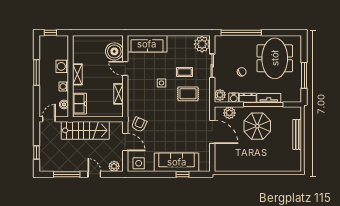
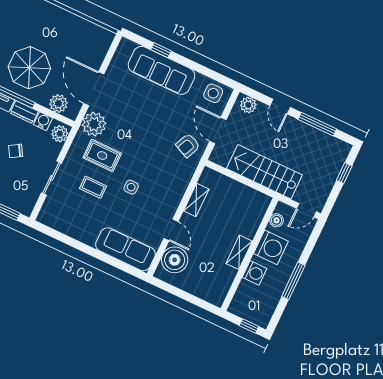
plant: (202, 44) -> (94, 124), moved
washing machine: (64, 86) -> (271, 247), width x1.89, depth x1.89
freezer: (80, 104) -> (255, 211), removed

